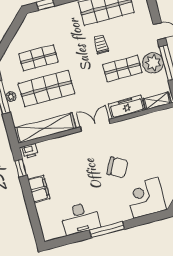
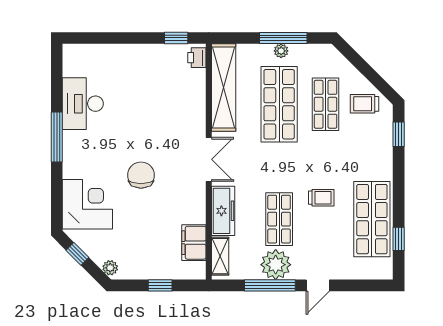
trolley: (31, 32) -> (365, 104), added
chair: (117, 167) -> (141, 175), turned 152
filing cabinet: (39, 189) -> (194, 243), moved, turned 90

